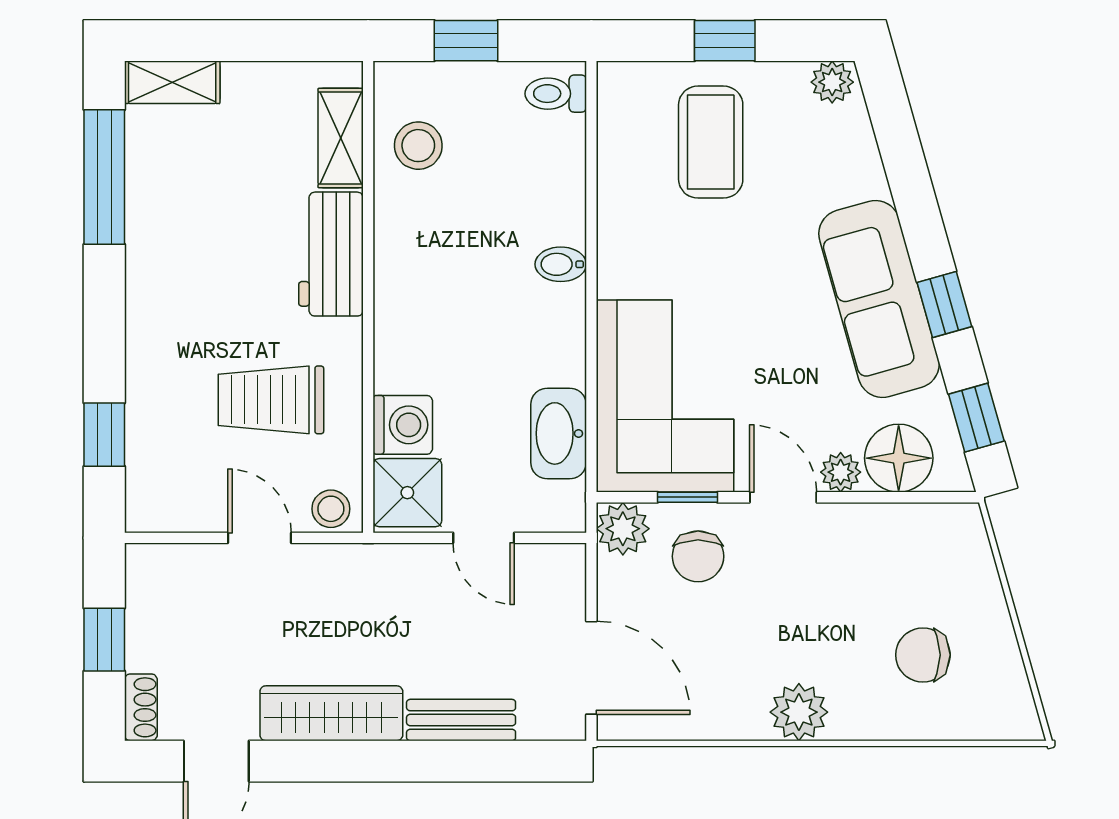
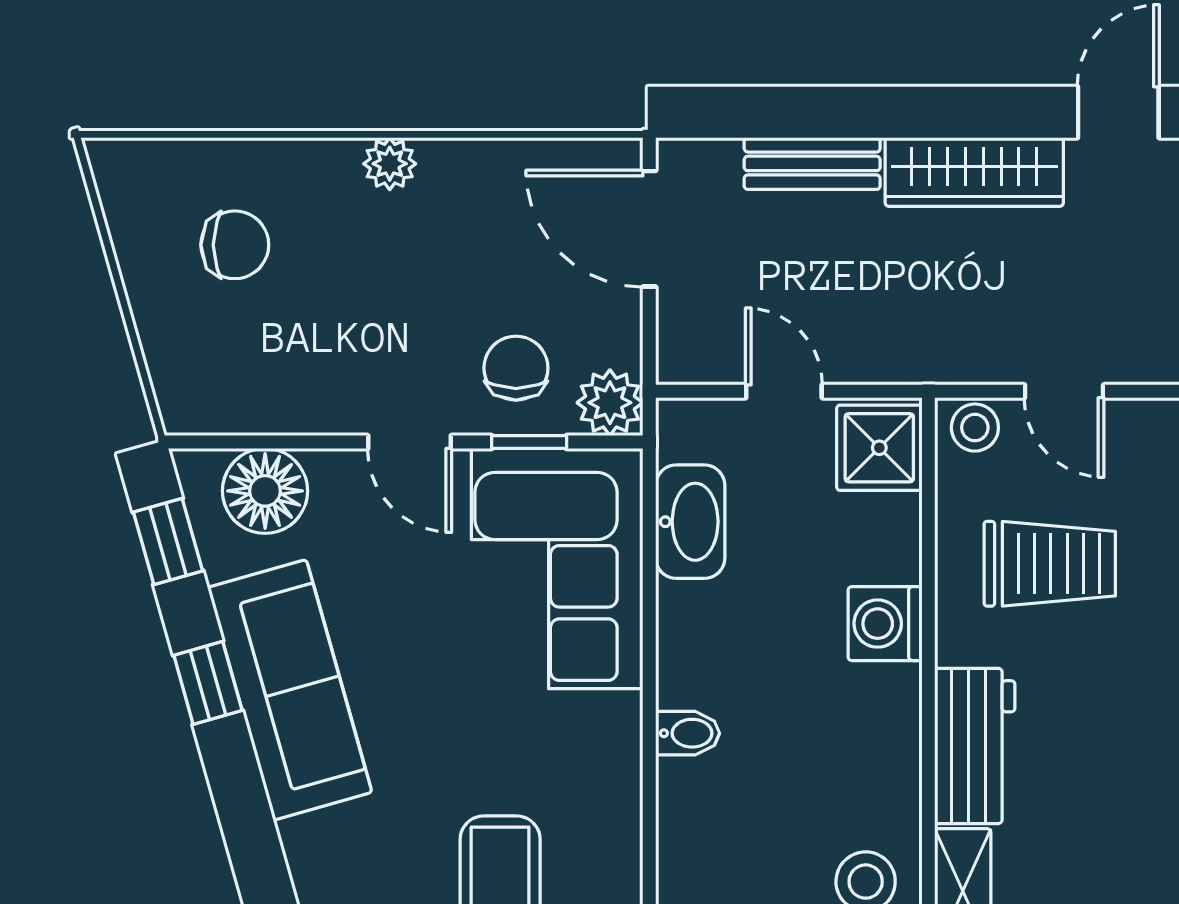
washing machine: (403, 425) -> (885, 624), moved
plant: (841, 472) -> (338, 473), removed
plant: (799, 712) -> (390, 164), width x0.73, depth x0.73

